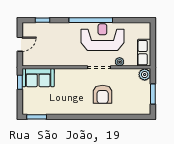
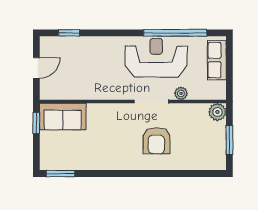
window: (91, 20) -> (175, 33), moved
row of seats: (144, 53) -> (217, 60), moved

